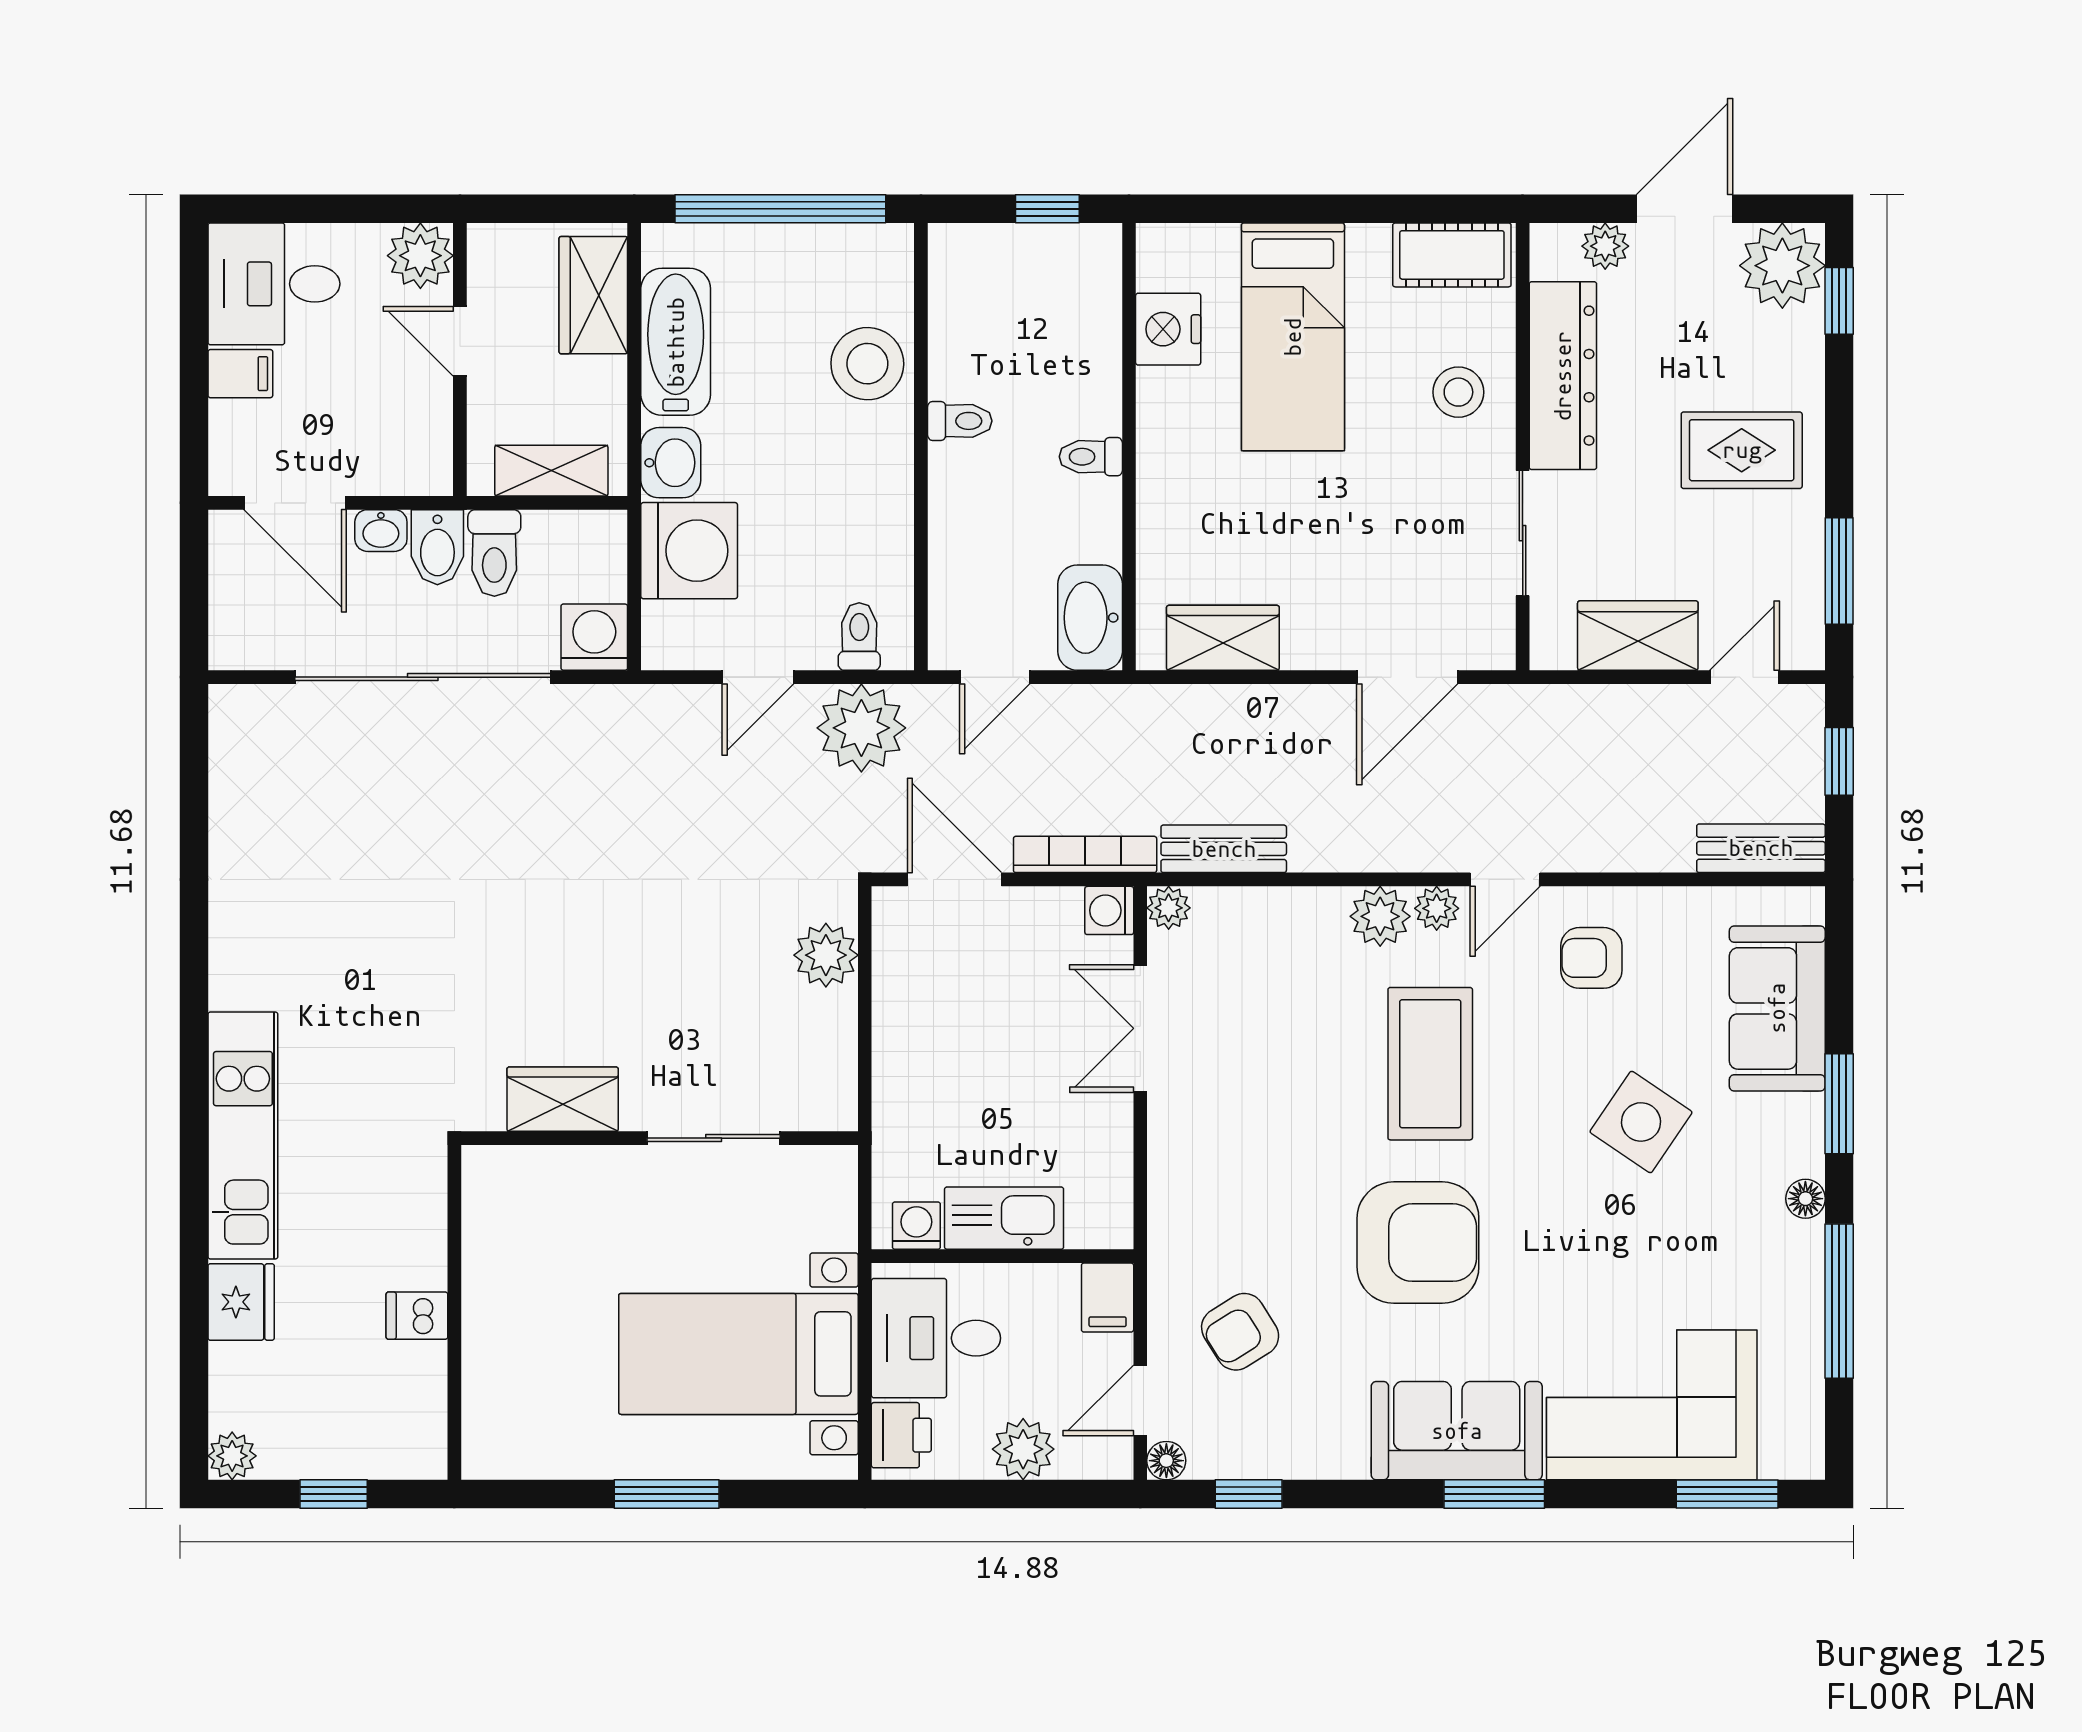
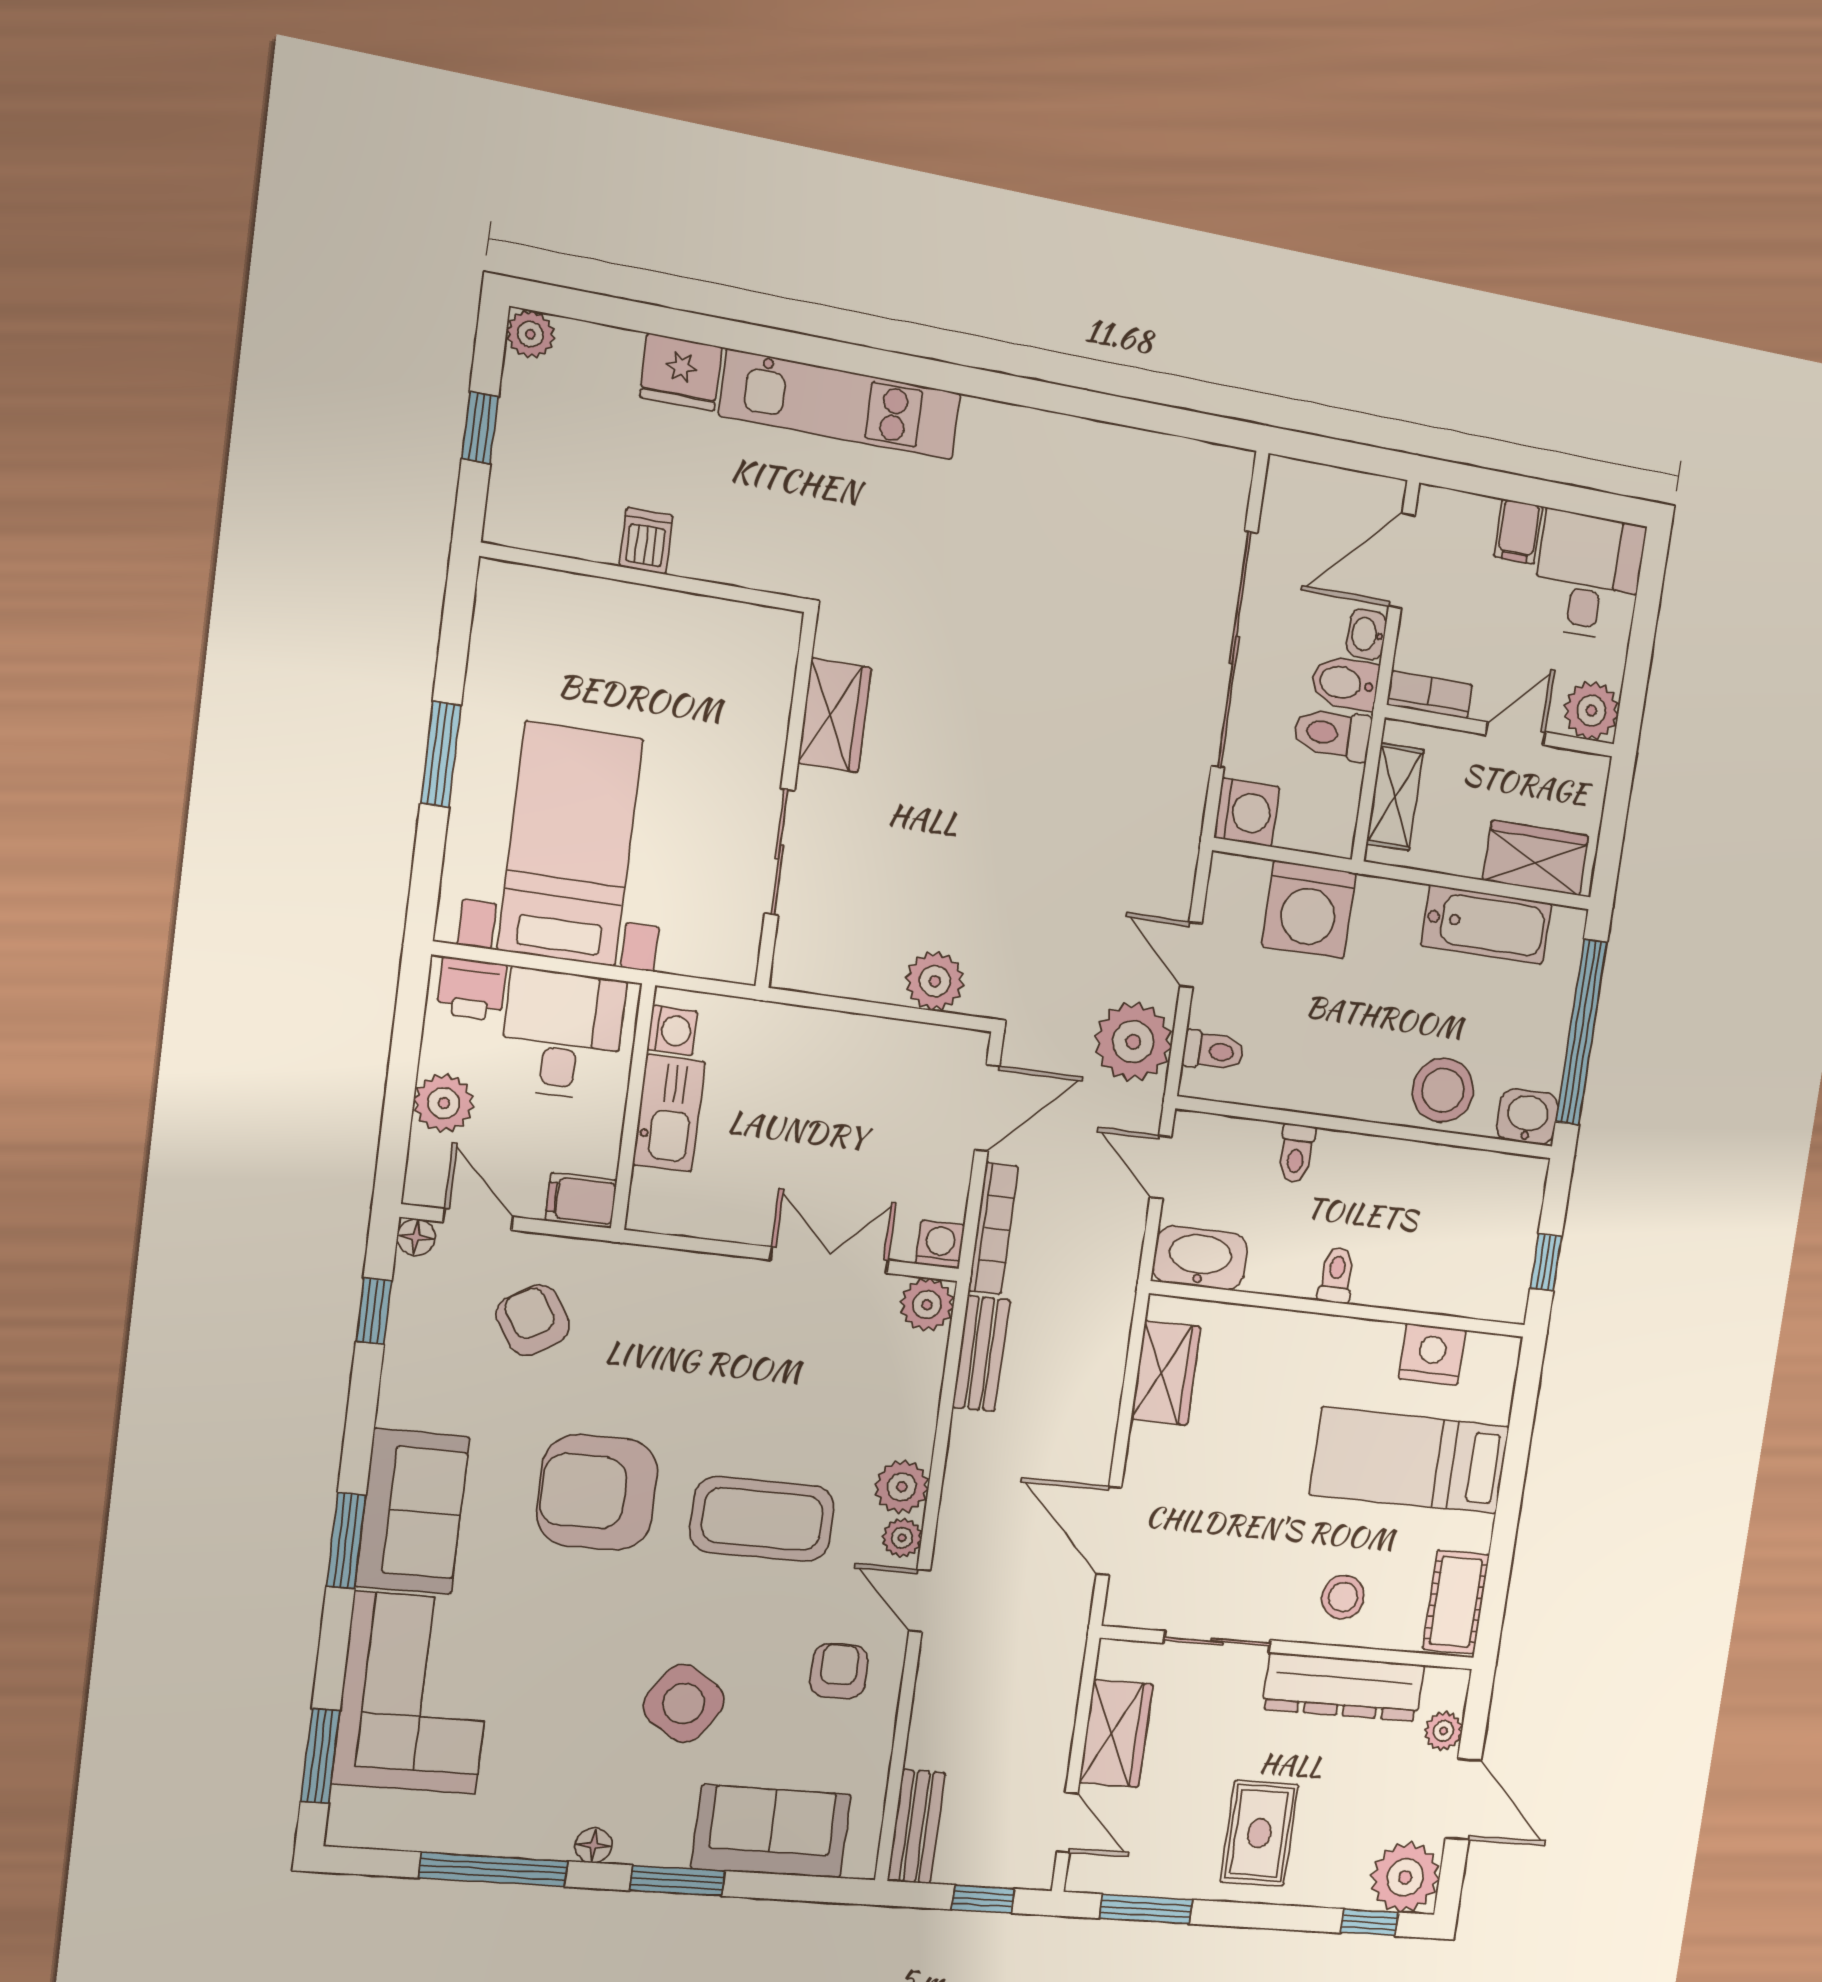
toilet: (960, 421) -> (1296, 1153), moved
bookcase: (434, 448) -> (1430, 695), added
washbasin: (671, 463) -> (1527, 1117), moved, turned 180
plant: (1169, 908) -> (927, 1305), width x1.38, depth x1.38
armchair: (1418, 1243) -> (597, 1492), turned 90

